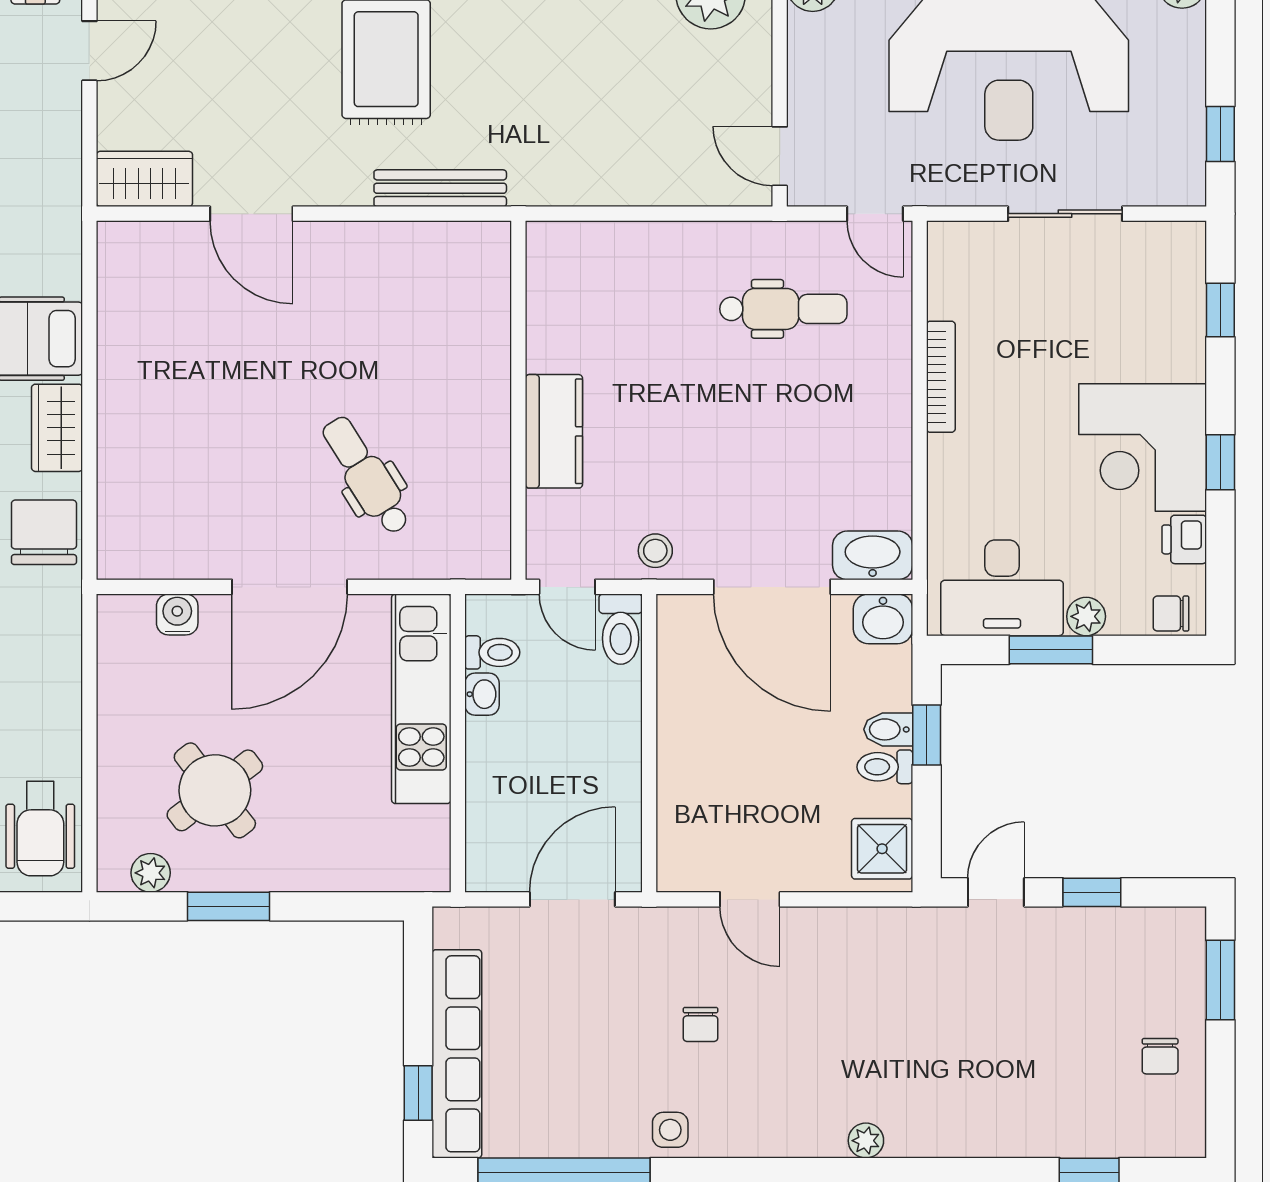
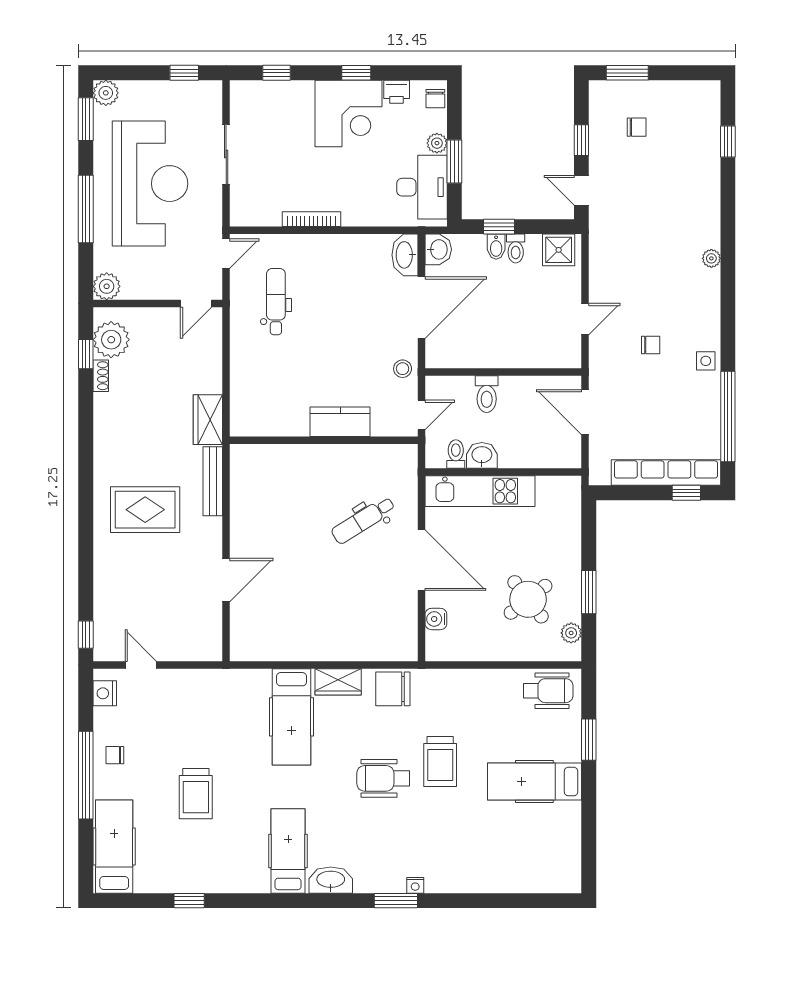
wardrobe: (144, 179) -> (208, 420), moved
toilet: (621, 629) -> (487, 394), moved, turned 90
washbasin: (482, 694) -> (482, 455), width x1.38, depth x1.45
chair: (1160, 1056) -> (637, 127), moved

